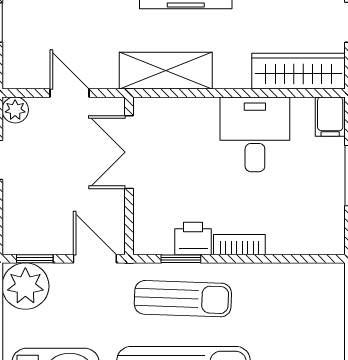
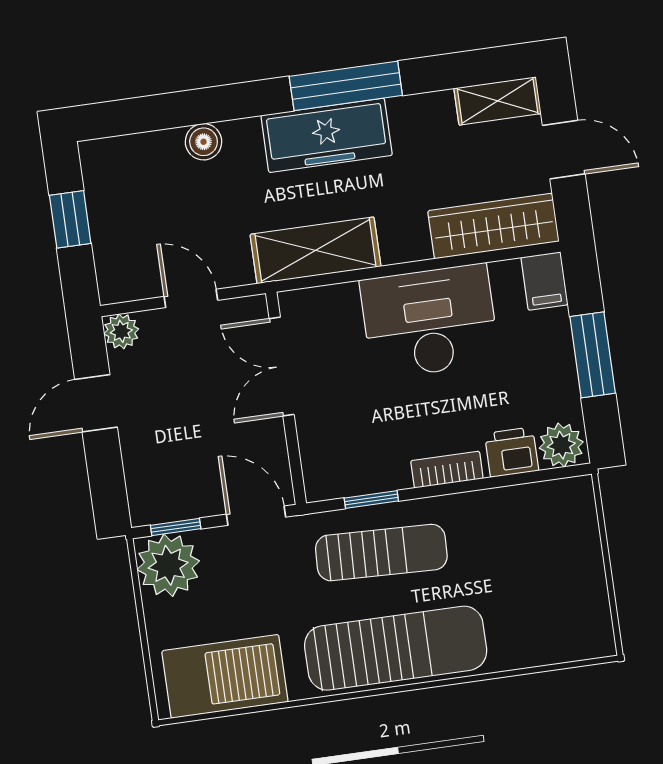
desk: (255, 134) -> (429, 321), width x1.37
plant: (326, 238) -> (561, 445), added
printer: (193, 239) -> (512, 452), moved

